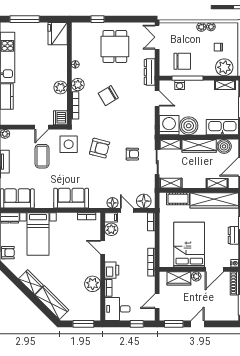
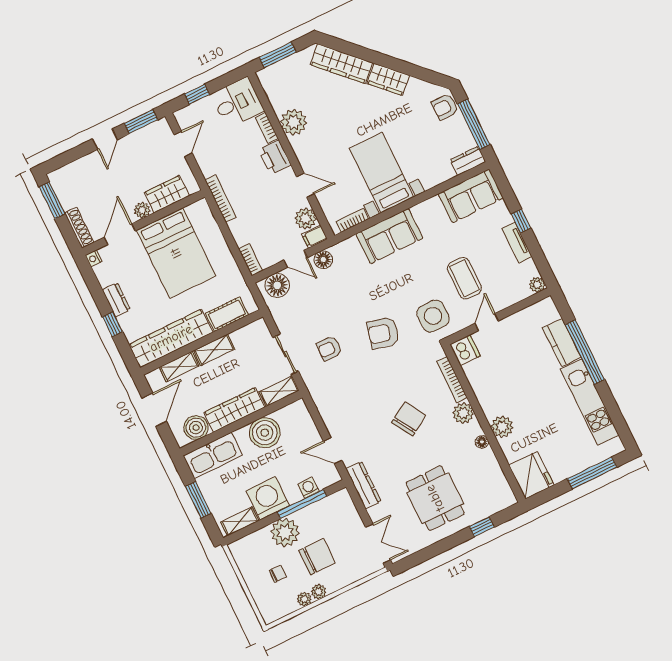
chair: (182, 61) -> (317, 557), moved, turned 180
plant: (224, 67) -> (285, 532), moved
plant: (61, 88) -> (502, 427), moved
washing machine: (169, 125) -> (268, 498), moved, turned 180
shelving: (171, 183) -> (214, 350), moved
bed with nightstands: (38, 234) -> (382, 173), moved

